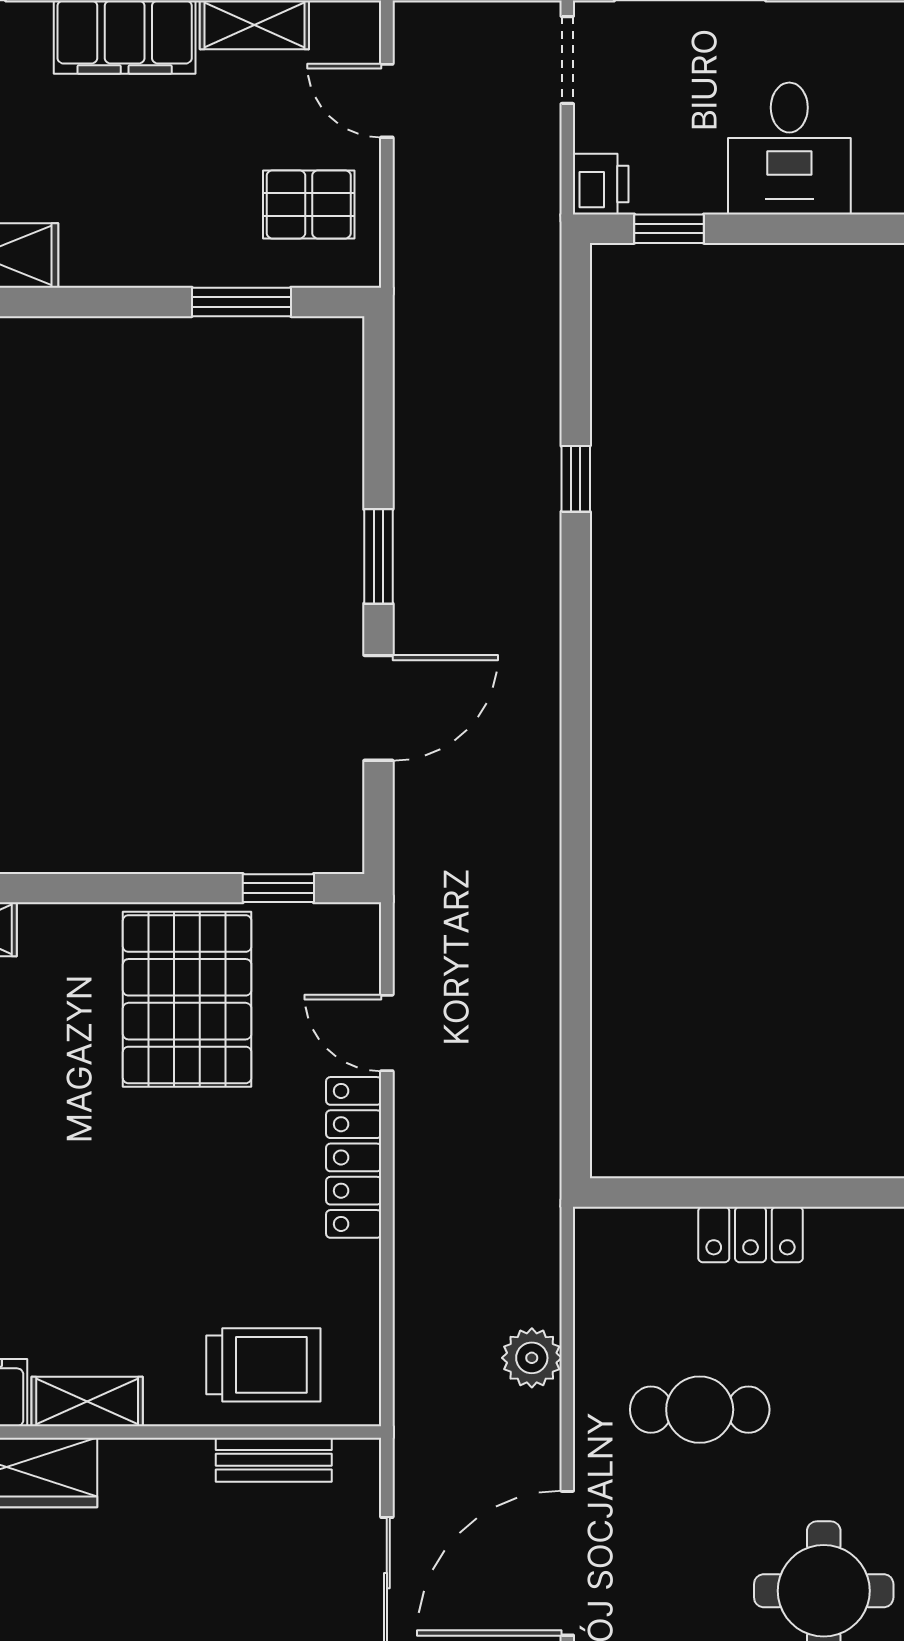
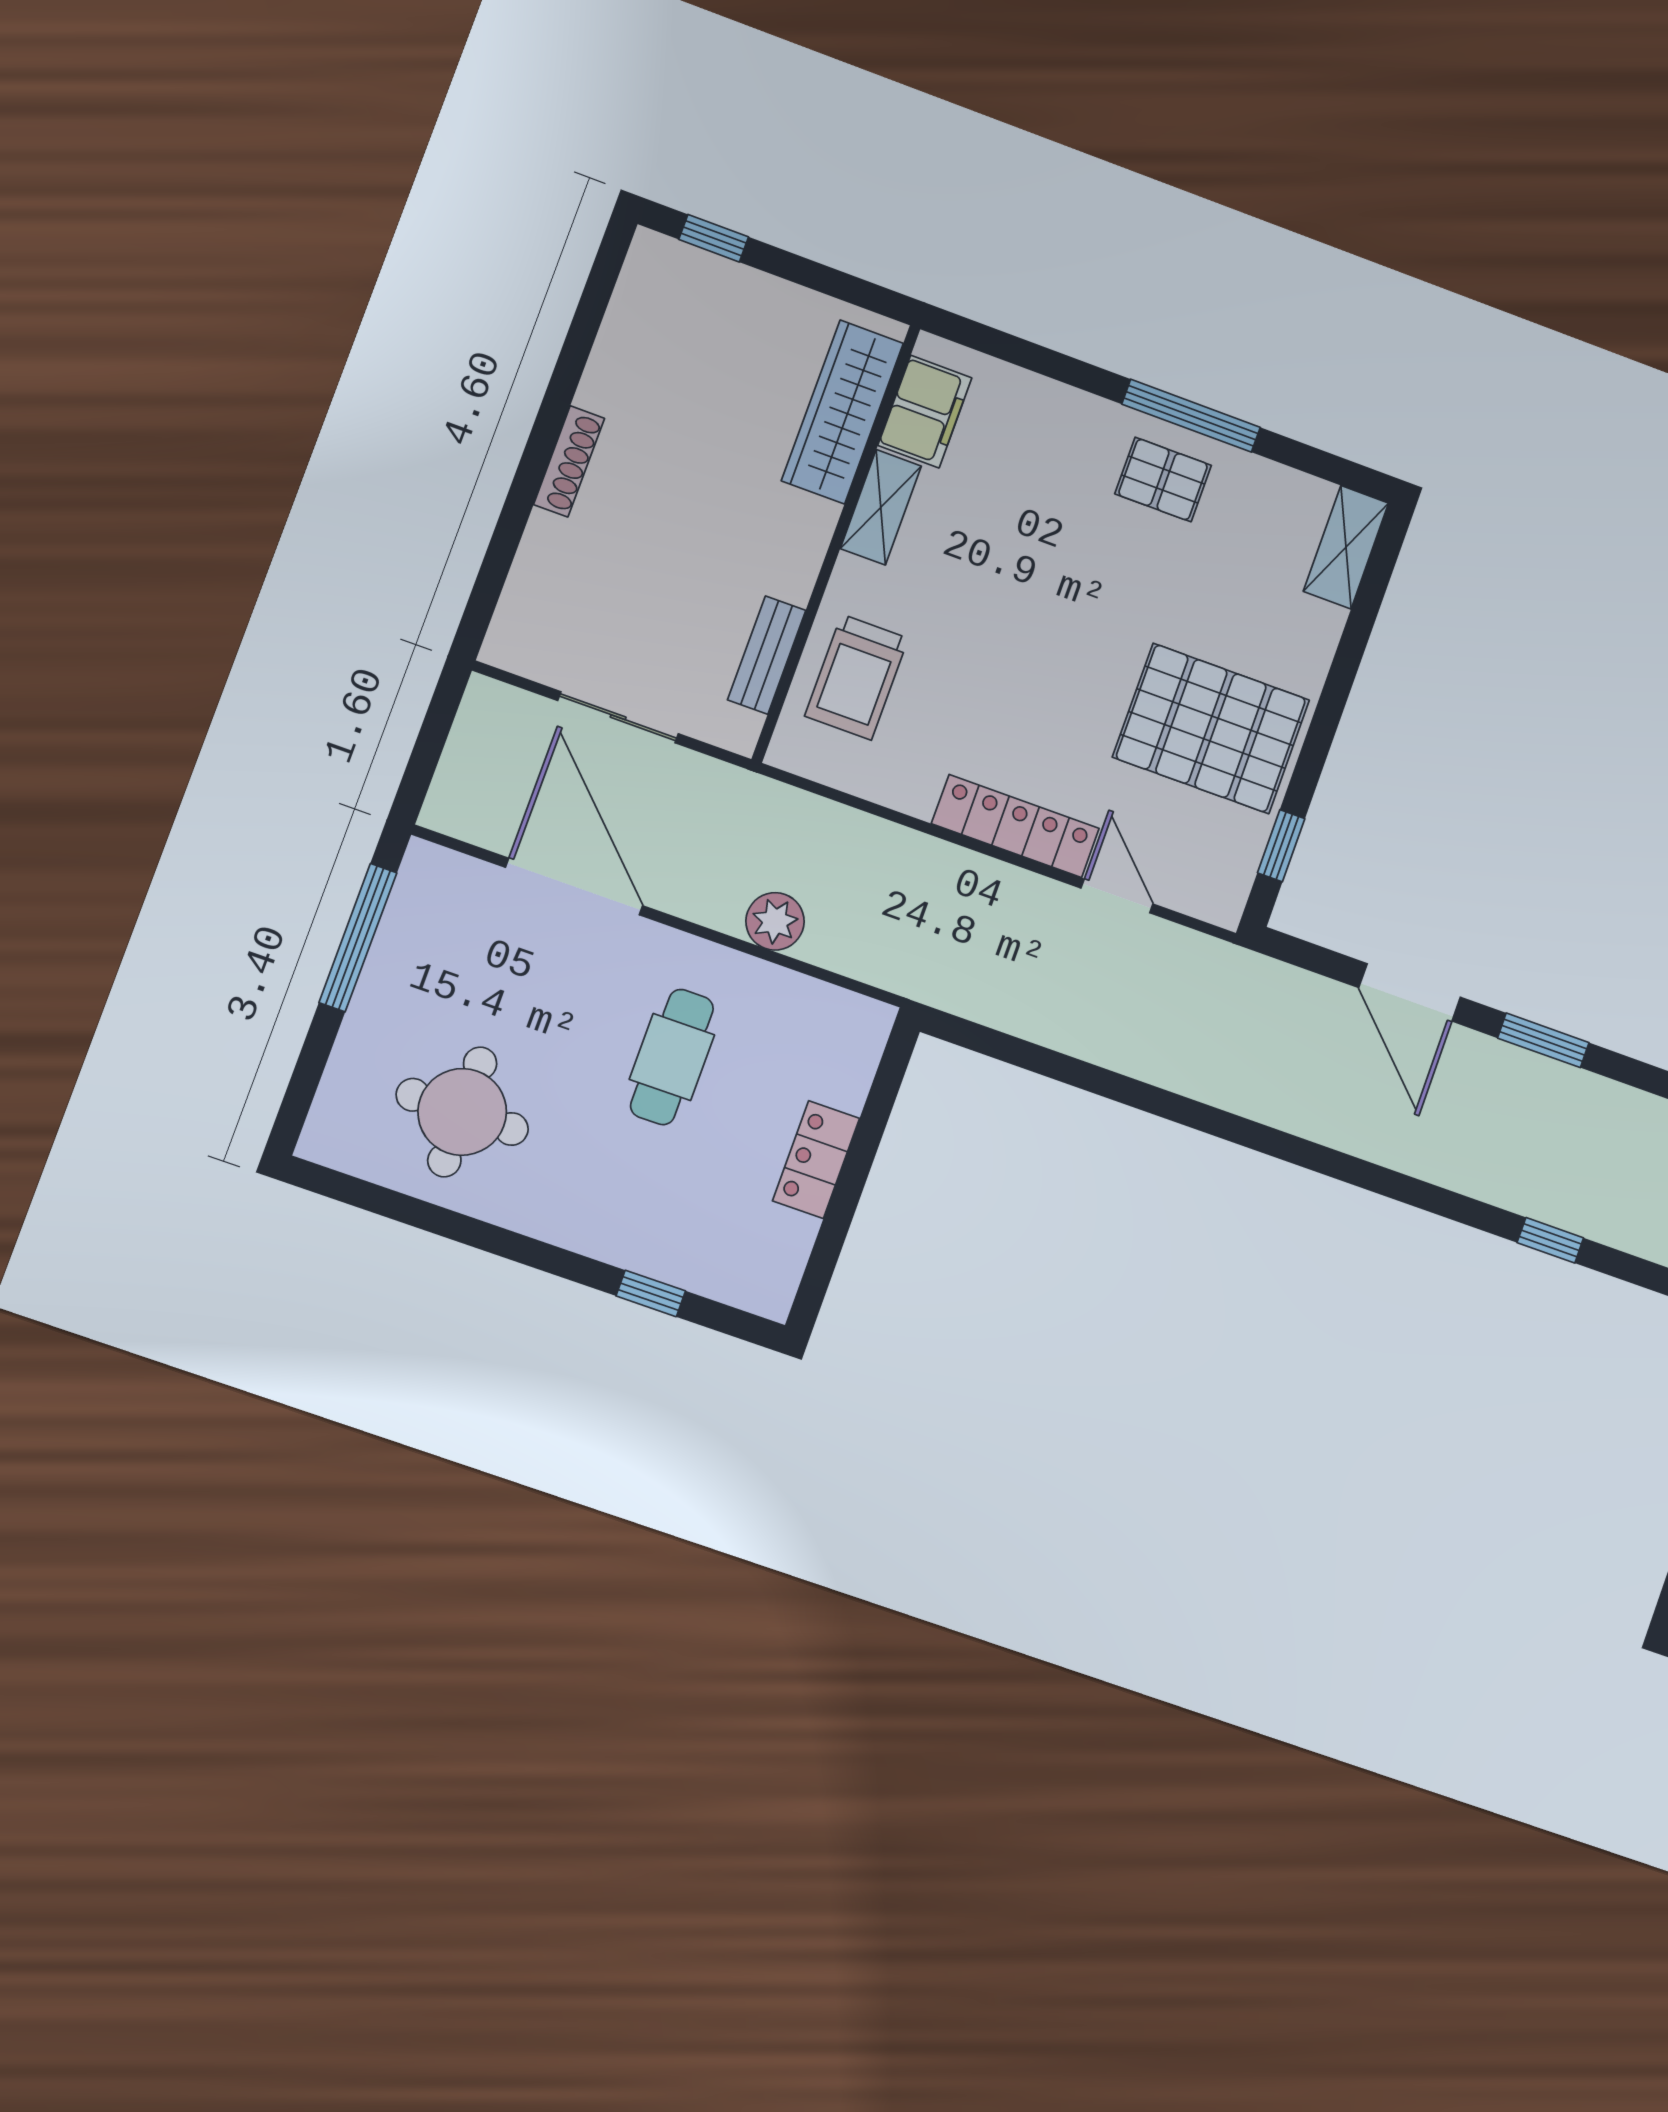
door: (387, 1033) -> (1117, 896), hinge flipped

